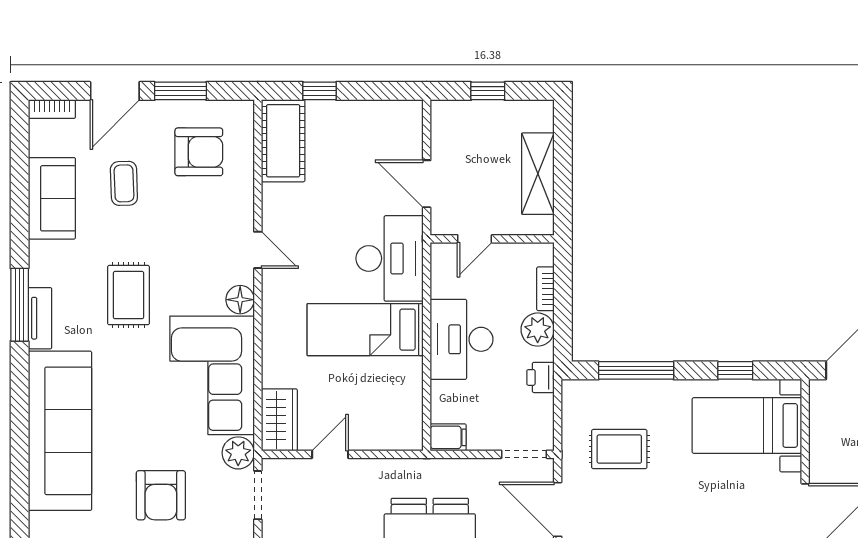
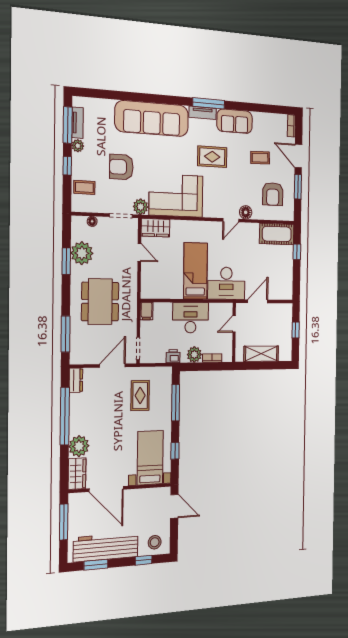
sofa: (52, 198) -> (235, 121), moved
door: (475, 239) -> (234, 324), hinge flipped
floor lamp: (240, 300) -> (246, 212), moved

